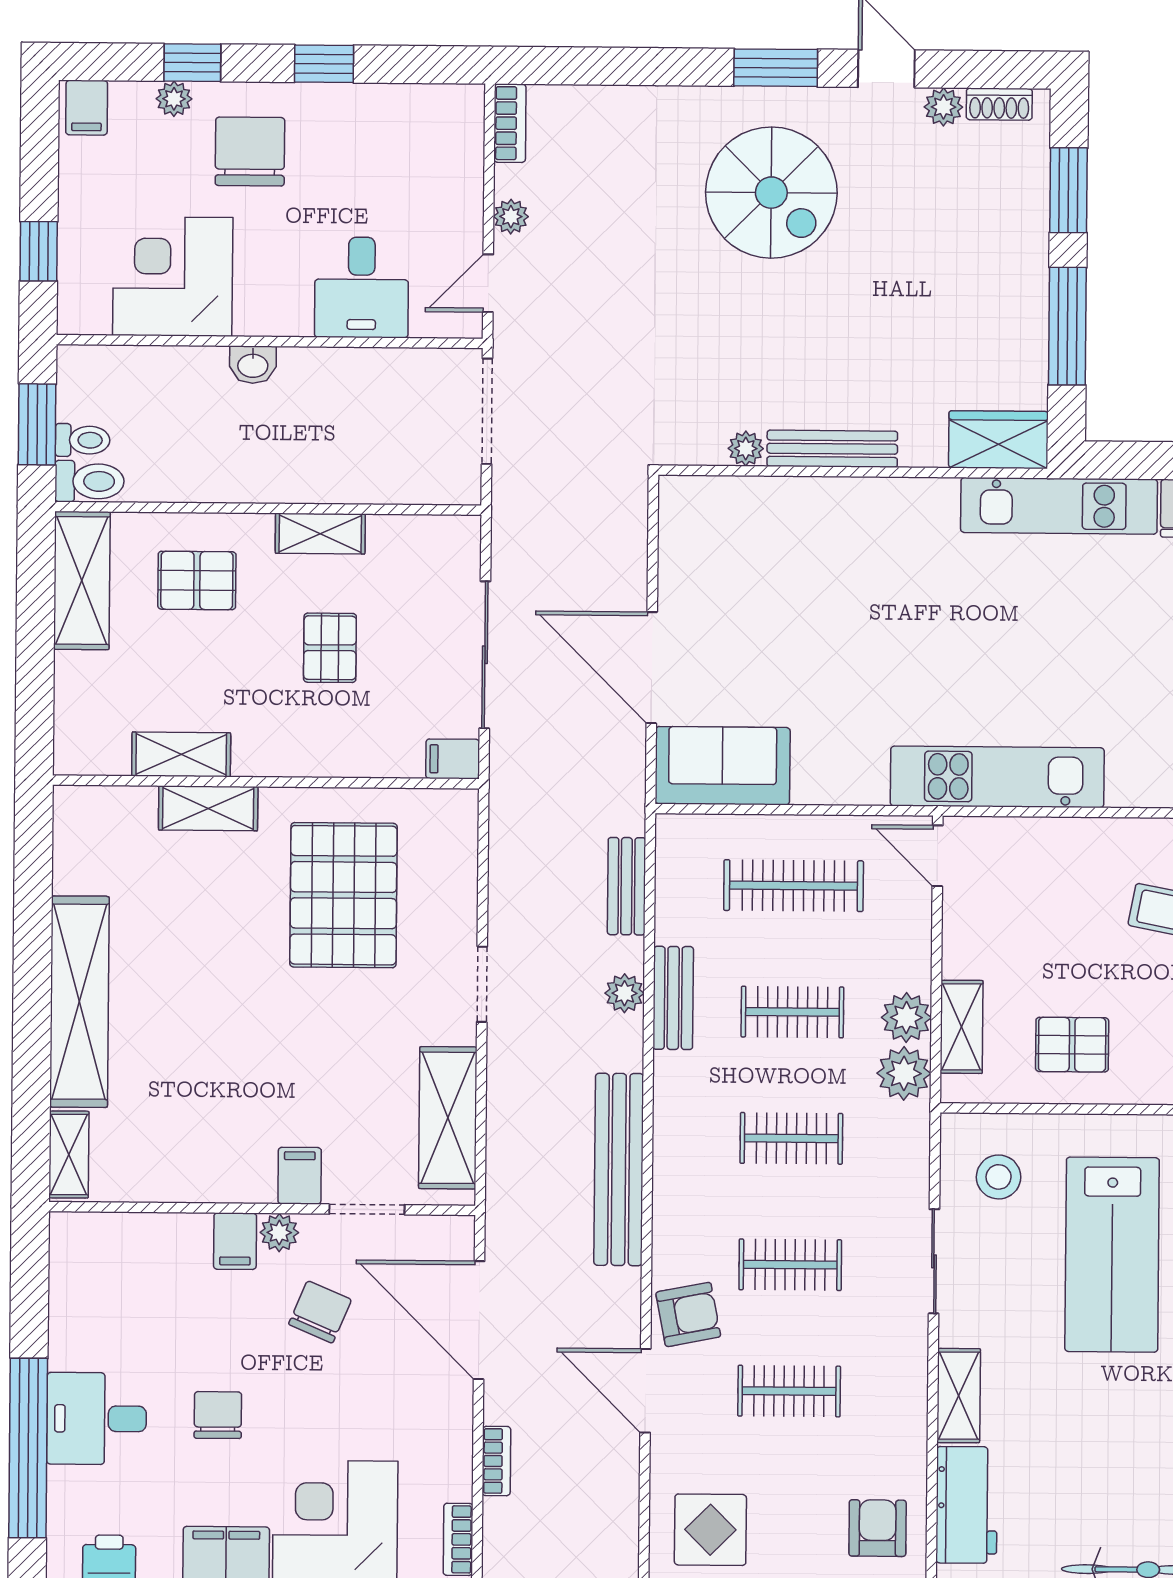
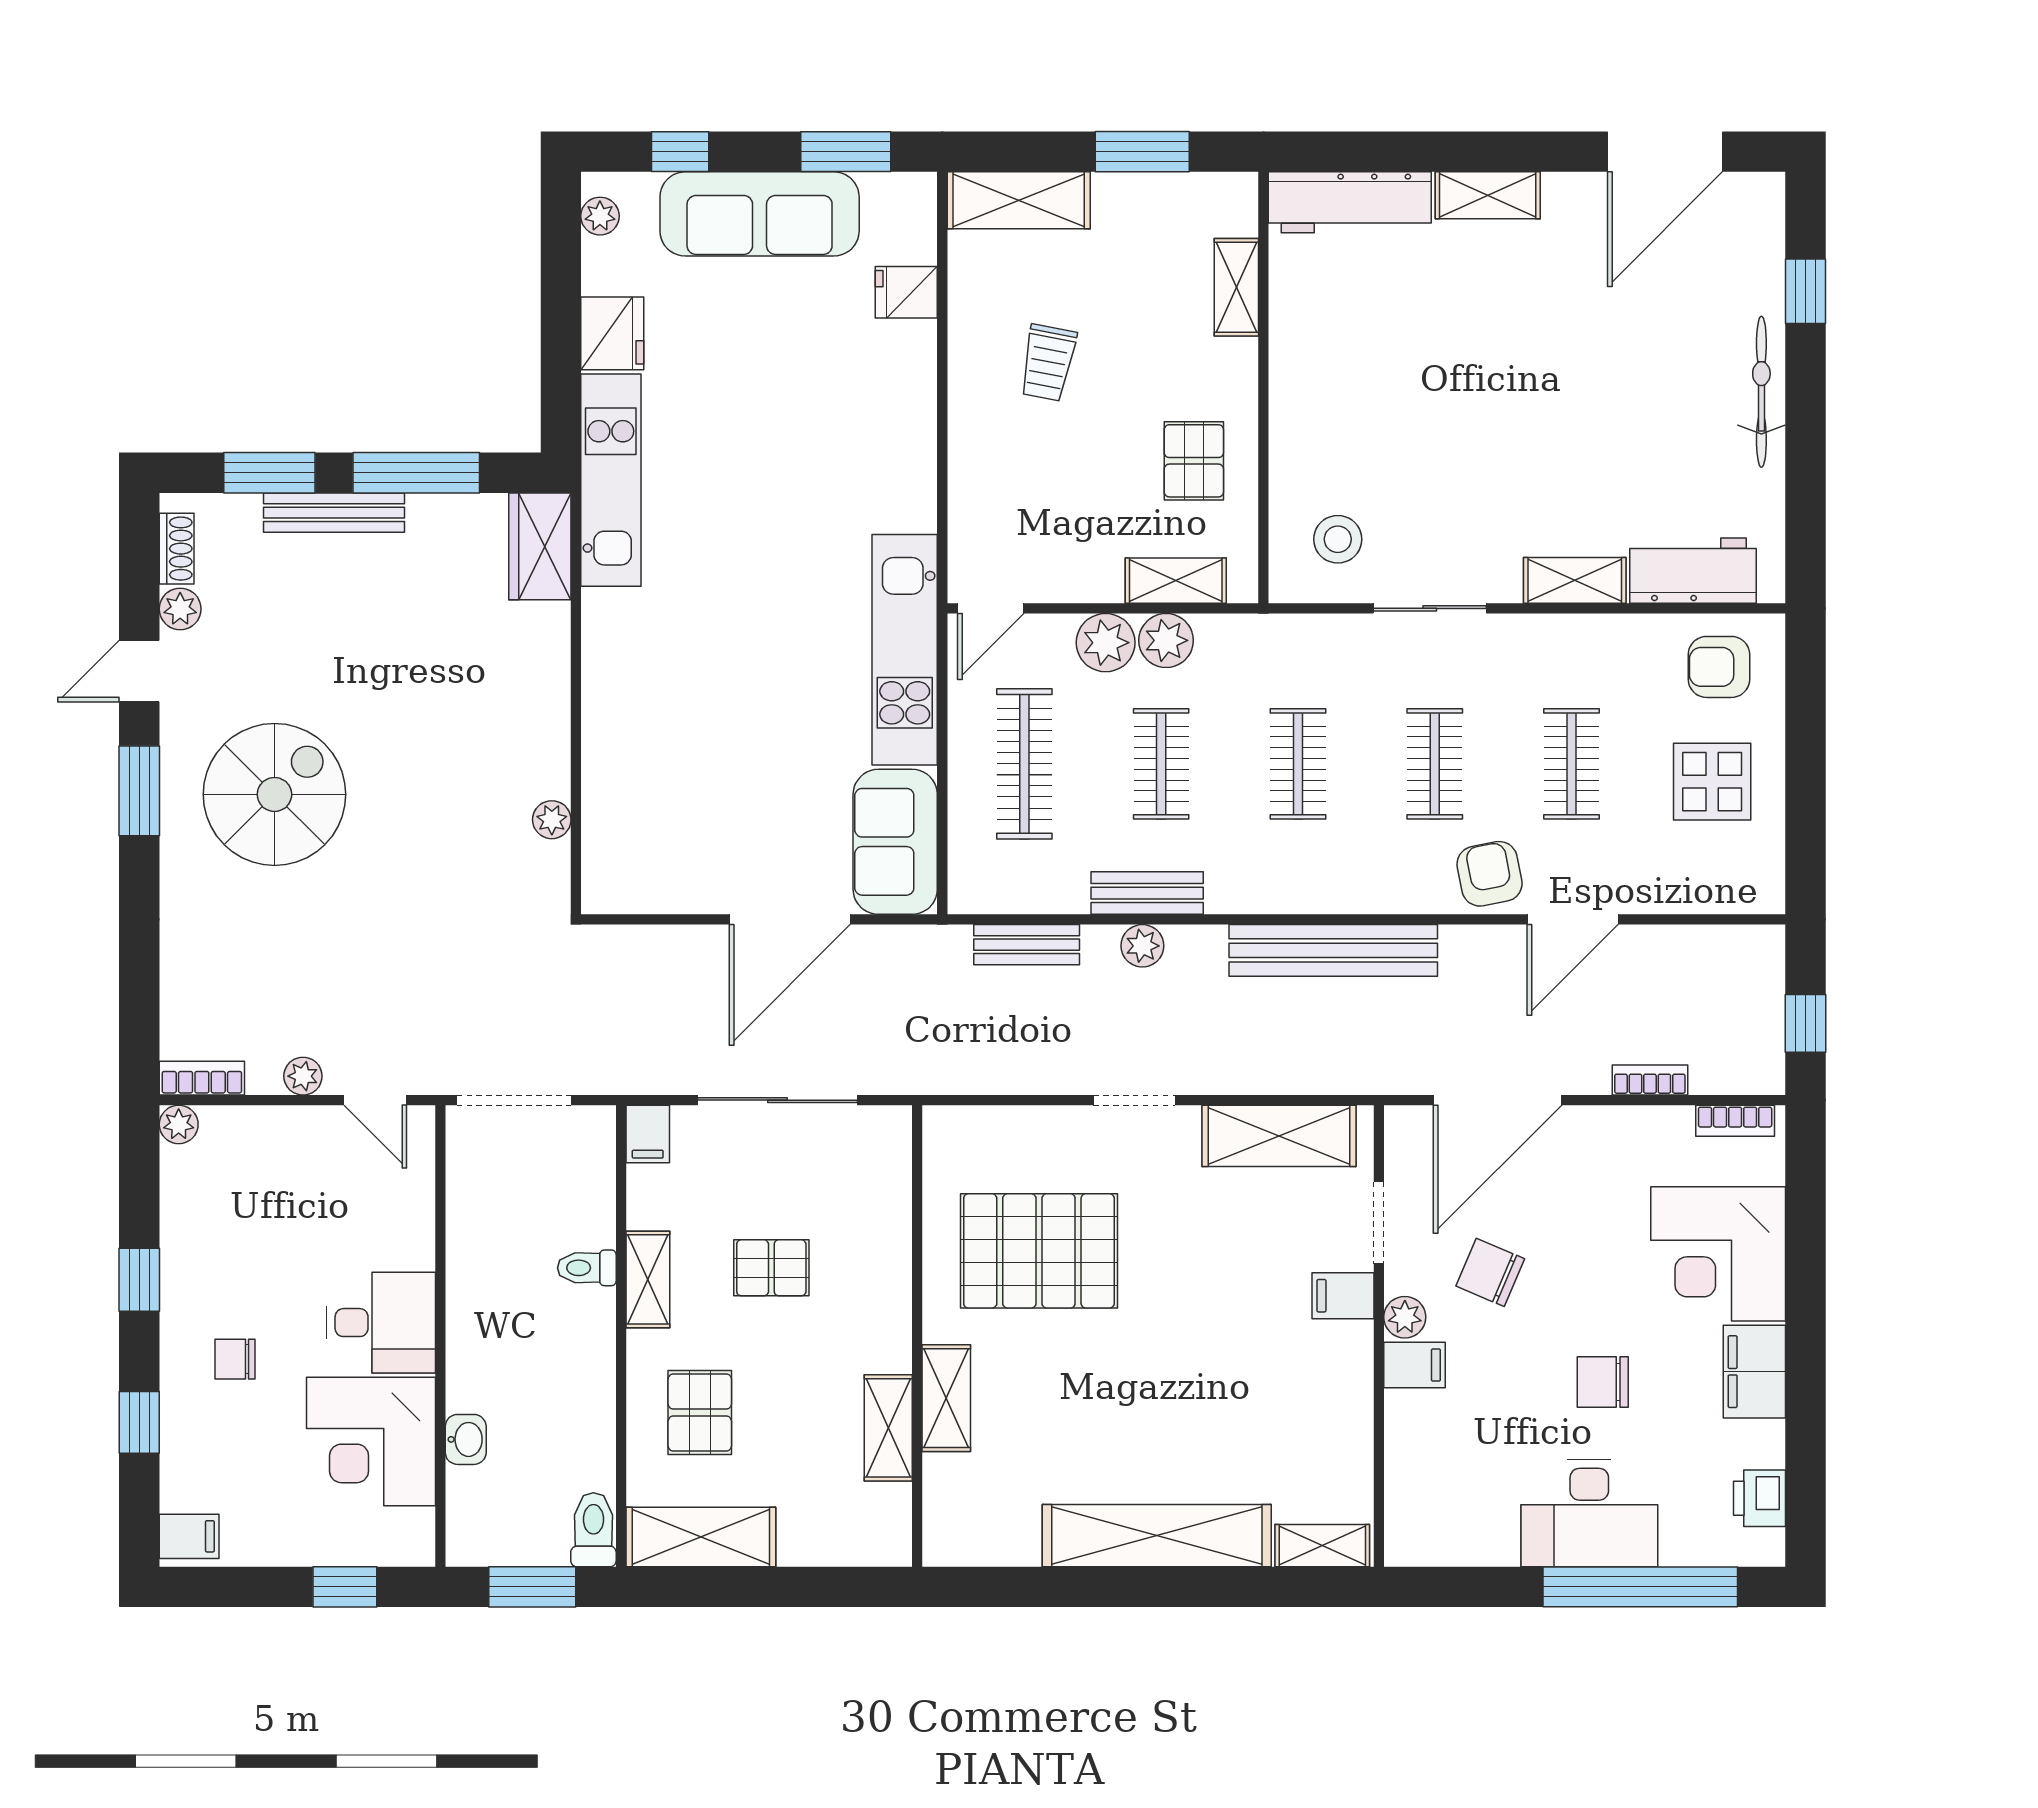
plant: (174, 99) -> (179, 1124), moved
chair: (250, 152) -> (235, 1359), width x0.54, depth x0.54
desk: (362, 287) -> (381, 1323), moved
washbasin: (253, 365) -> (466, 1439), moved
toilet: (83, 440) -> (587, 1268), moved, turned -90
bench: (832, 449) -> (334, 513), moved, turned 90
filing cabinet: (453, 759) -> (648, 1134), moved
kitchen unit: (997, 777) -> (905, 650), moved
plant: (904, 1073) -> (1106, 643), moved
lab bench: (1112, 1255) -> (1421, 416), removed
desk: (97, 1419) -> (1589, 1513), width x1.37
display table: (710, 1530) -> (1712, 782), moved

